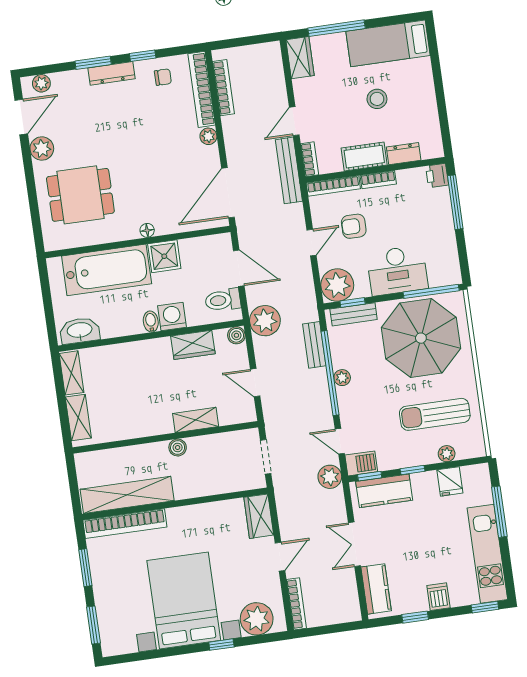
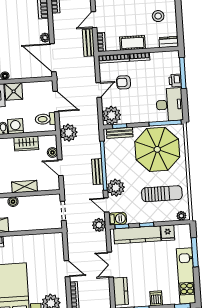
stool: (377, 99) -> (158, 16), moved
plant: (208, 136) -> (45, 38), moved
dresser: (404, 154) -> (169, 42), moved
bench: (289, 170) -> (88, 43), width x0.73
printer: (437, 176) -> (175, 81), moved
door: (228, 193) -> (53, 58), hinge flipped
desk: (397, 270) -> (170, 105), moved, turned -90
boiler: (236, 335) -> (52, 152), moved
bench: (314, 345) -> (97, 172), moved
plant: (342, 378) -> (116, 188), moved, width x1.88, depth x1.88
sun lounger: (435, 414) -> (162, 194), turned 180
plant: (447, 454) -> (181, 216), moved
kitchen counter: (384, 491) -> (137, 235), width x1.50
wardrobe: (259, 516) -> (57, 244), removed
door: (280, 557) -> (67, 269), hinge flipped

